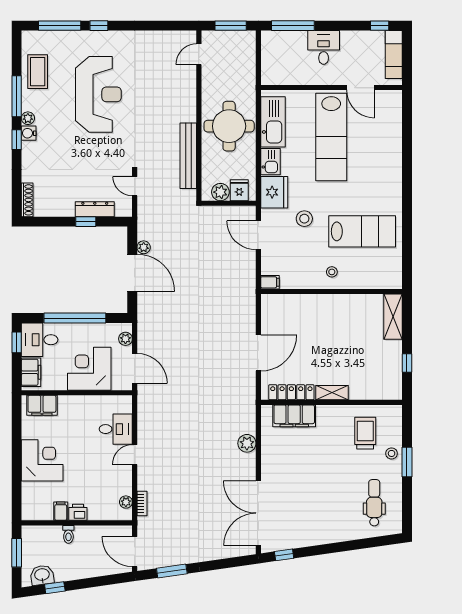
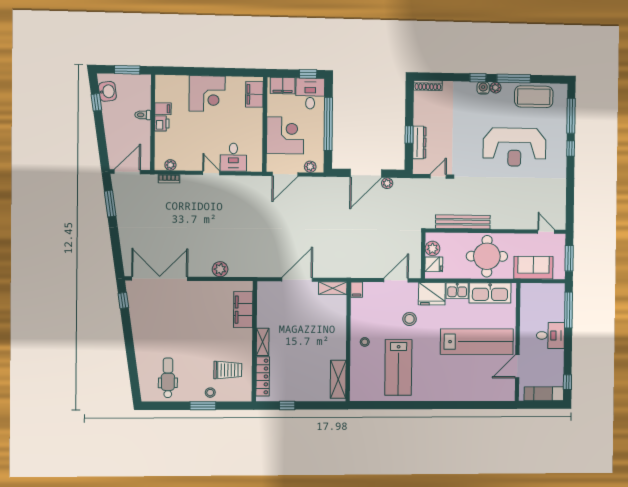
sofa: (242, 69) -> (533, 268), added
coffee table: (38, 72) -> (534, 97), width x1.36, depth x1.32
lab bench: (331, 137) -> (477, 342), turned 180
shelving: (268, 311) -> (333, 288), added
shelving: (393, 317) -> (338, 379), moved, turned 90
door: (258, 353) -> (297, 279), swing flipped
locker: (291, 392) -> (263, 376), moved
dental chair: (374, 503) -> (168, 378), turned -90

